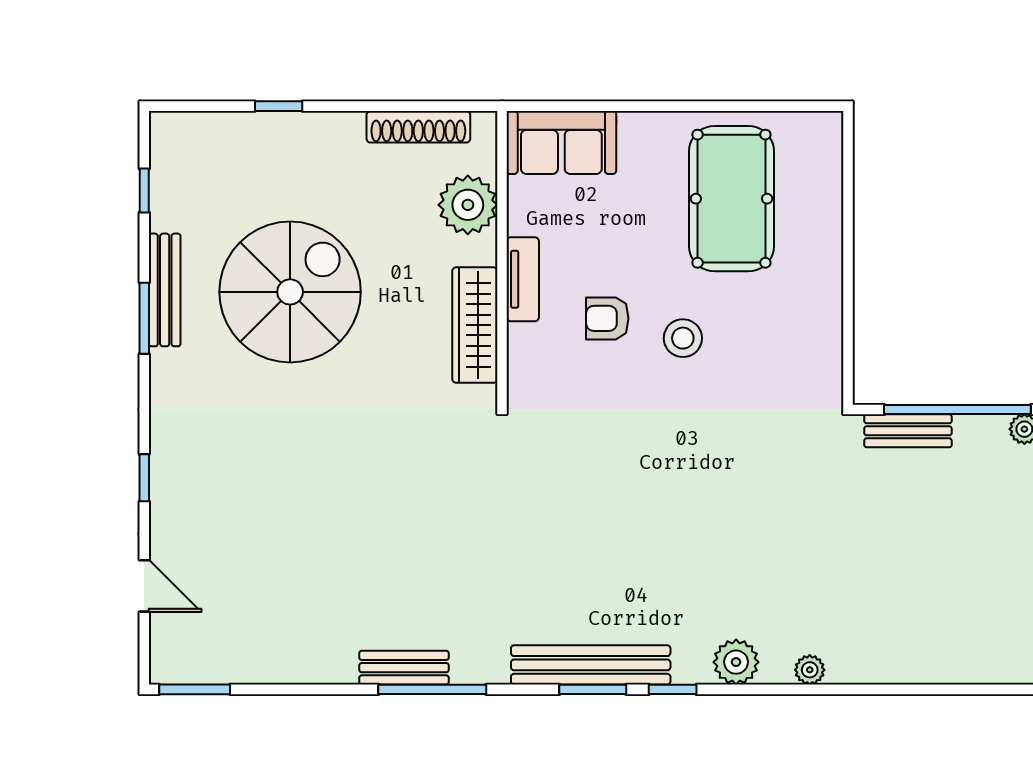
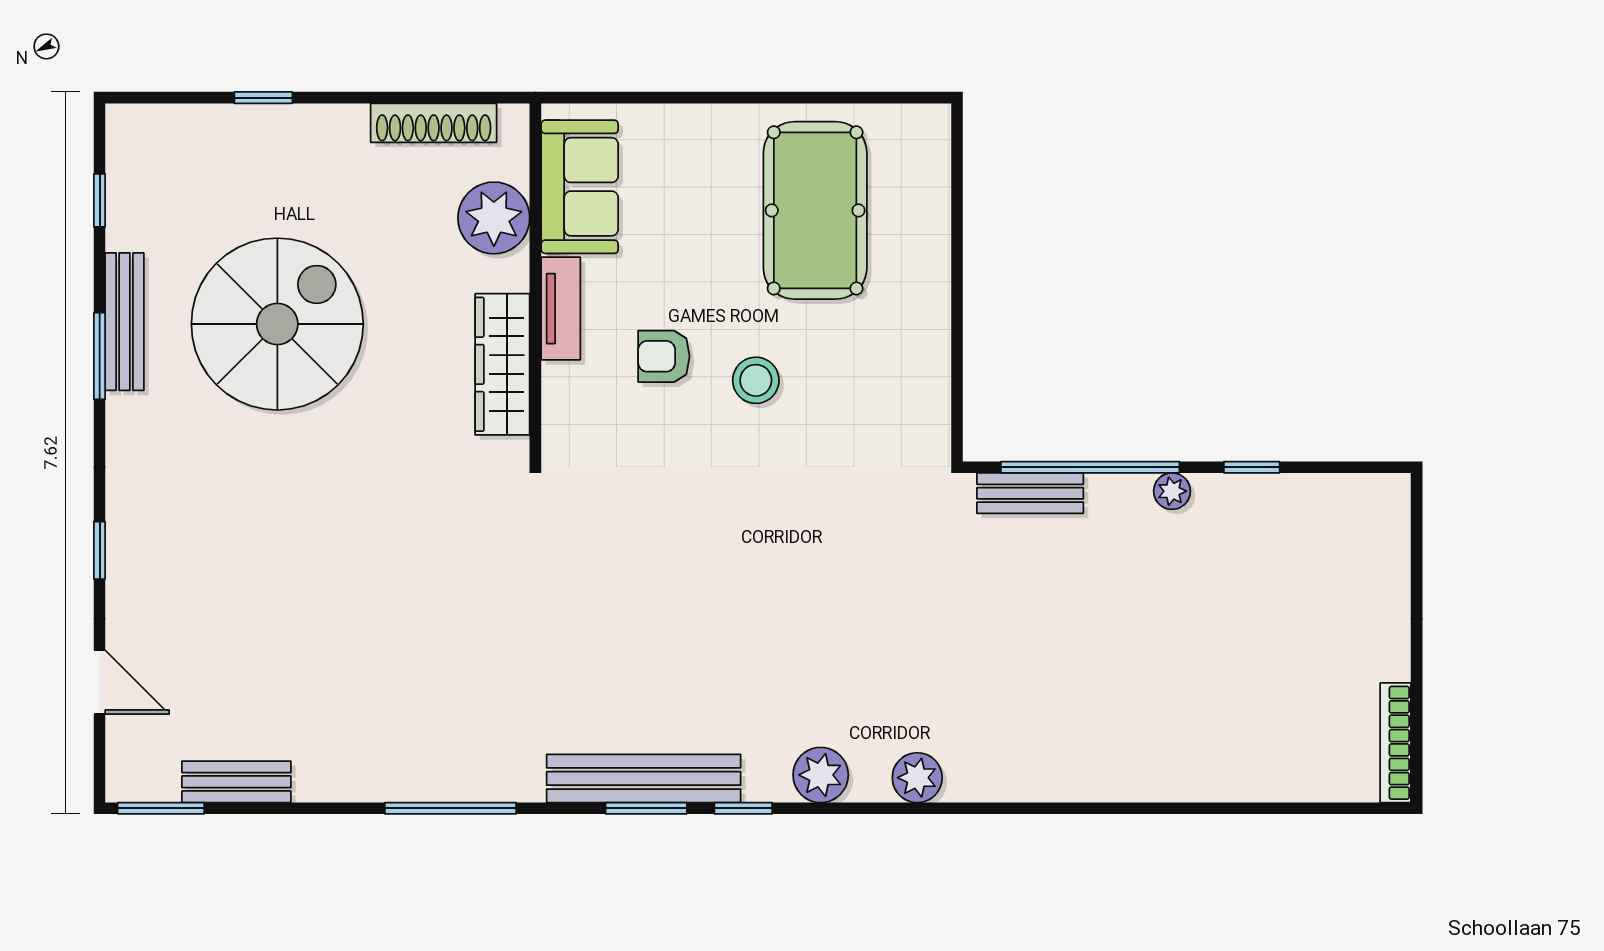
sofa: (561, 142) -> (580, 187), moved, turned -90
bench: (404, 668) -> (236, 782), moved
plant: (810, 670) -> (917, 778), width x1.38, depth x1.38

